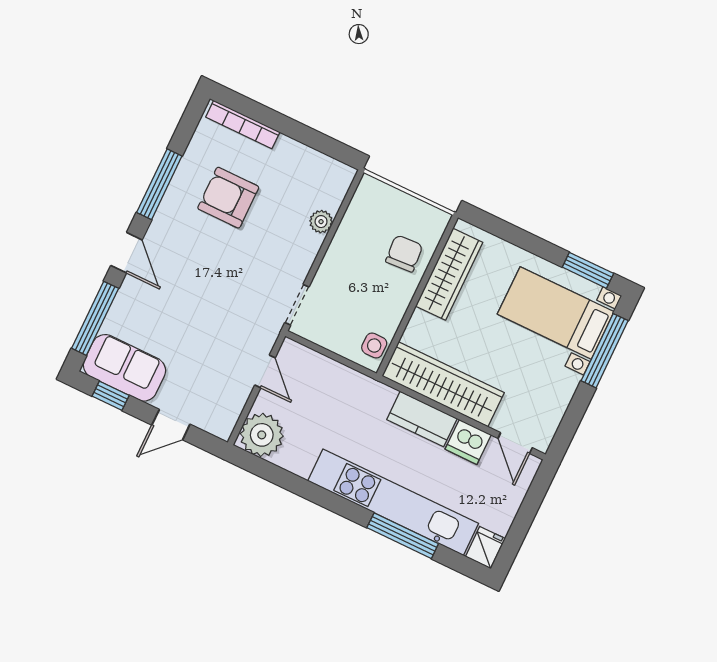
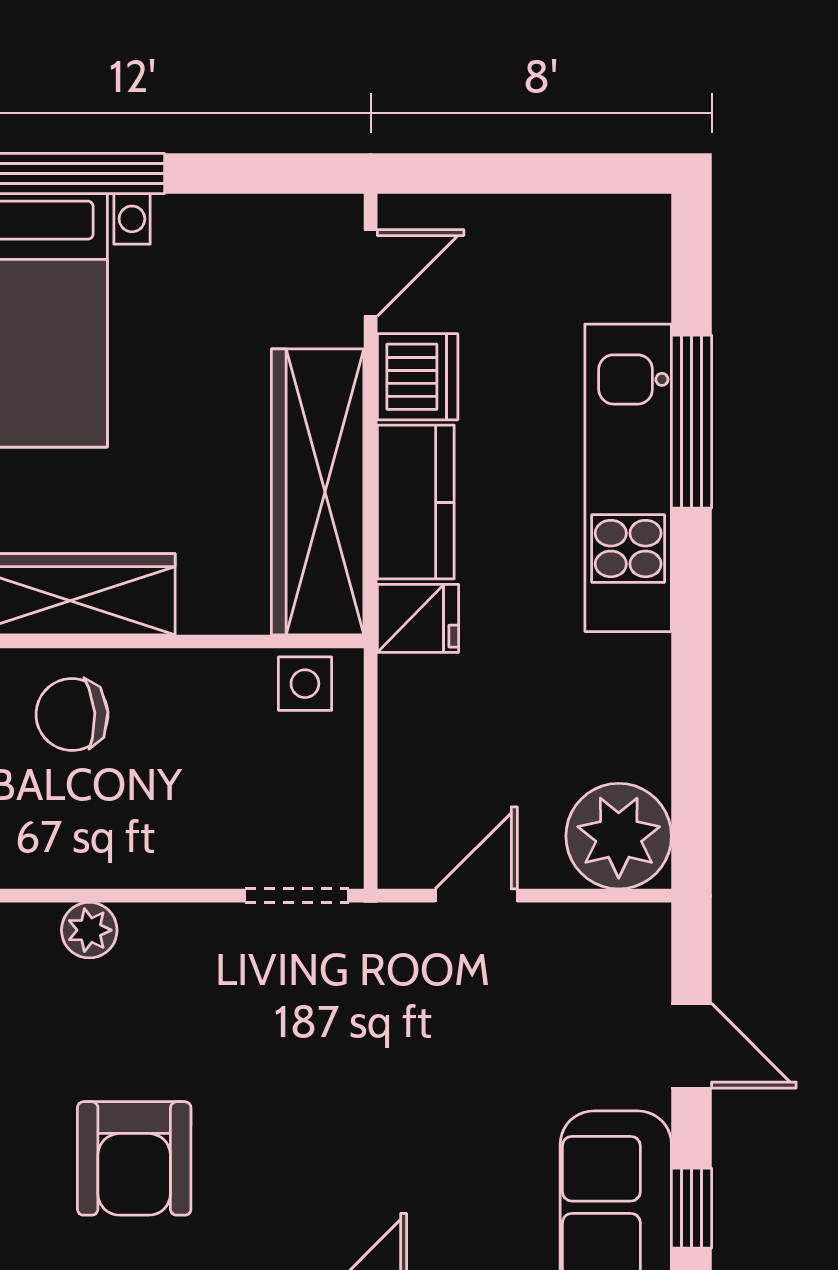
kitchen unit: (393, 502) -> (628, 478), width x0.73
fridge: (485, 547) -> (418, 618), moved, turned 180

